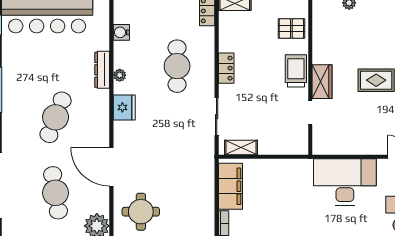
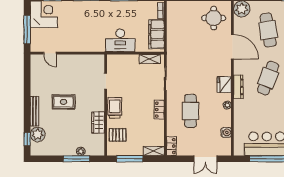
dresser: (102, 70) -> (238, 87), moved
trolley: (296, 71) -> (115, 108), turned 180
wardrobe: (322, 82) -> (98, 123), moved
desk: (345, 182) -> (120, 40), moved, width x0.73, depth x0.77

